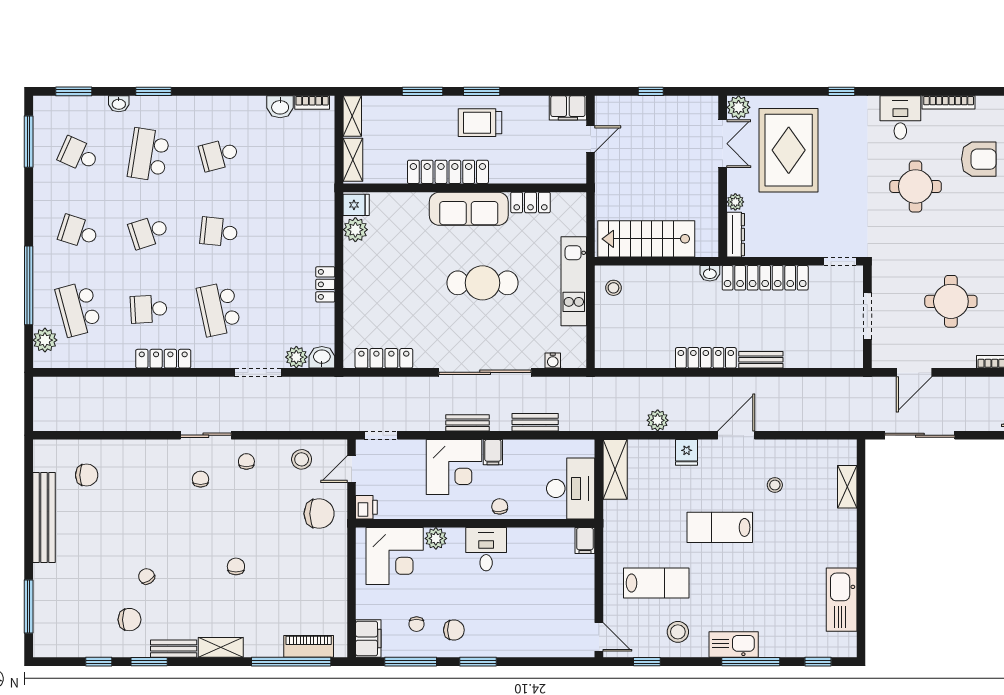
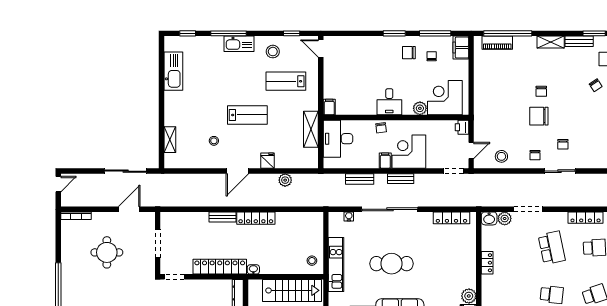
shelving: (615, 469) -> (311, 129), moved
chair: (319, 514) -> (539, 116), moved

